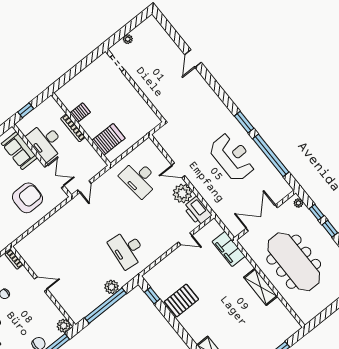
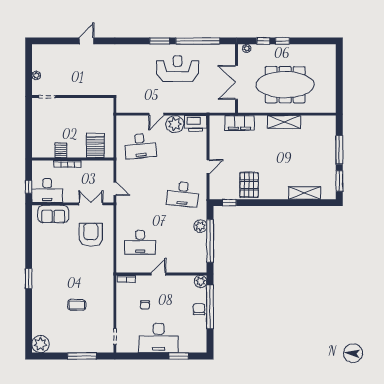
door: (193, 59) -> (86, 41), swing flipped
desk: (46, 142) -> (47, 191), moved
door: (185, 239) -> (208, 167), moved
desk: (56, 246) -> (140, 242), added

